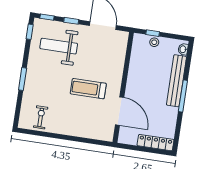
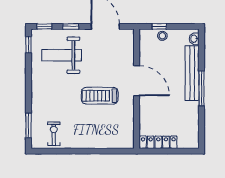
window: (23, 79) -> (28, 125), moved
door: (120, 111) -> (137, 81), moved
locker: (156, 143) -> (158, 142), moved

